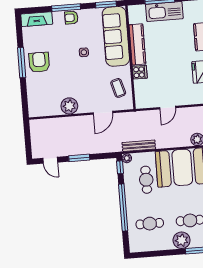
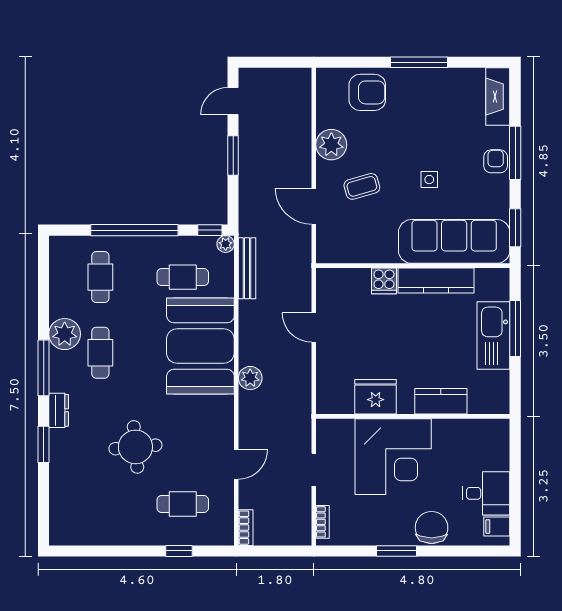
armchair: (39, 62) -> (367, 92), moved
coffee table: (118, 88) -> (362, 186), moved

